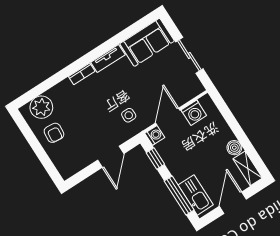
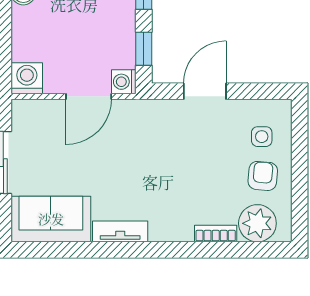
bookcase: (82, 74) -> (216, 234), moved
washing machine: (194, 113) -> (27, 78), moved
side table: (129, 115) -> (262, 137), moved

